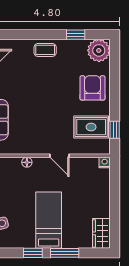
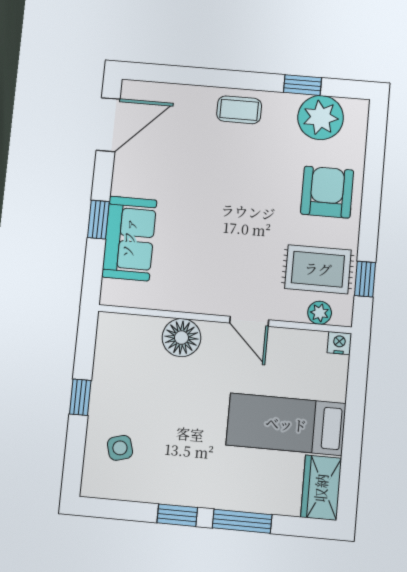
plant: (99, 50) -> (321, 118), moved
plant: (94, 148) -> (320, 313), added
floor lamp: (27, 162) -> (181, 338), width x1.89, depth x1.89
bed: (49, 220) -> (286, 424), moved, turned -90

